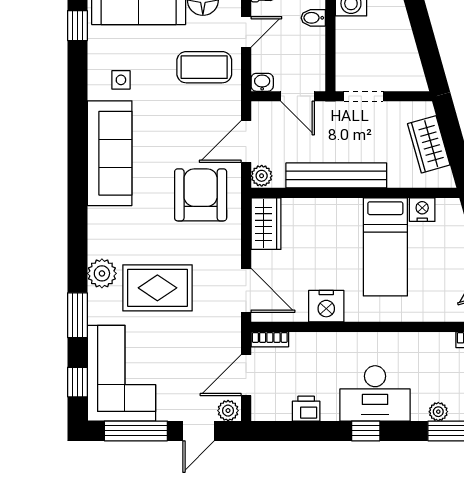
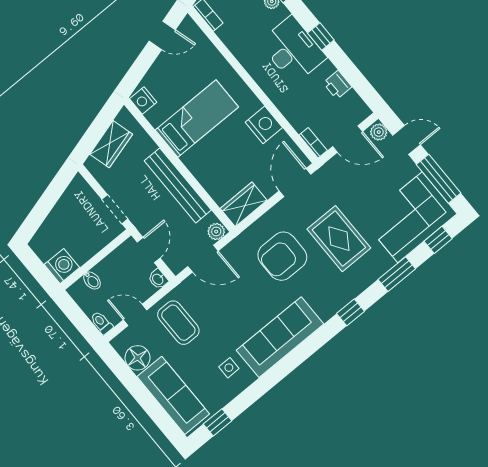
armchair: (201, 195) -> (282, 256), moved
nightstand: (422, 210) -> (143, 100), moved
window: (77, 240) -> (350, 312), added
plant: (102, 273) -> (358, 280), removed

